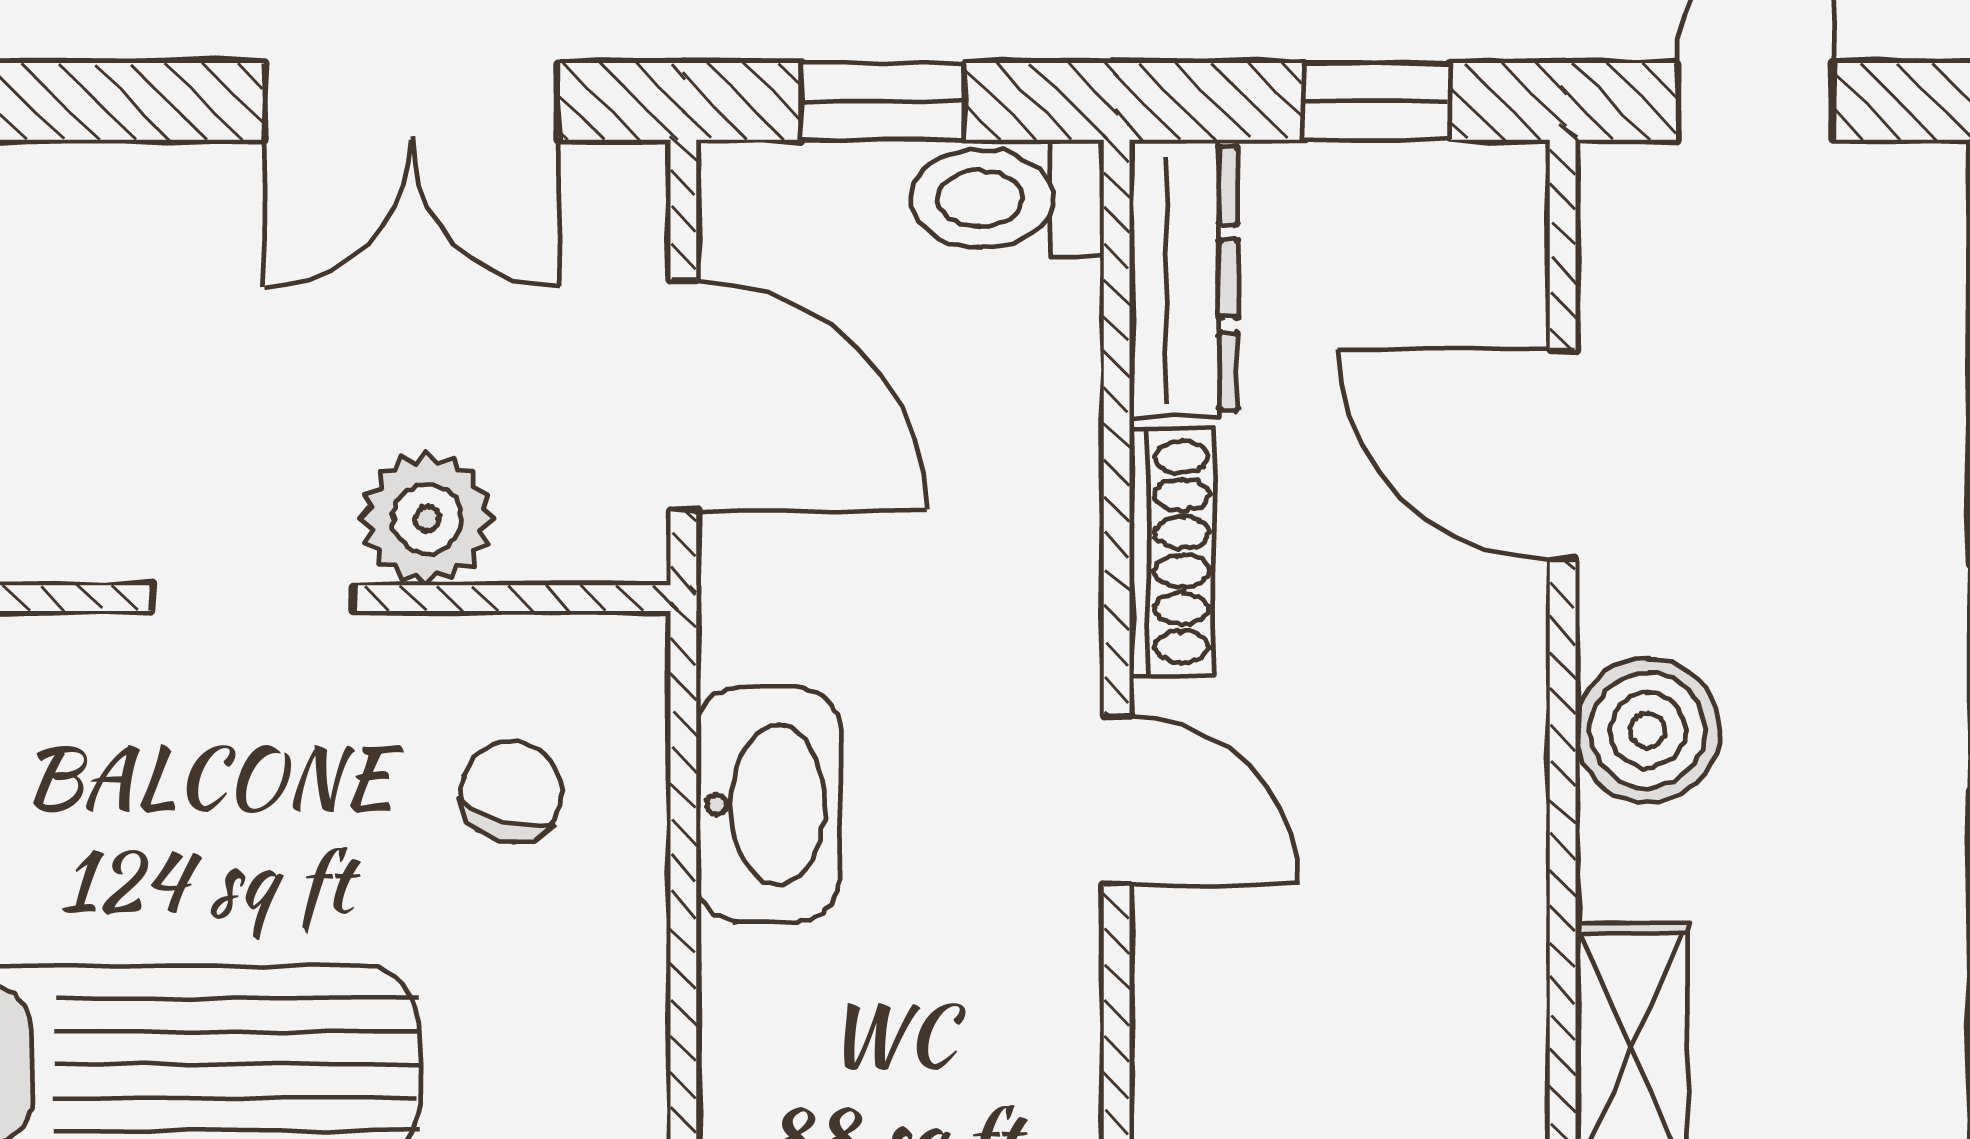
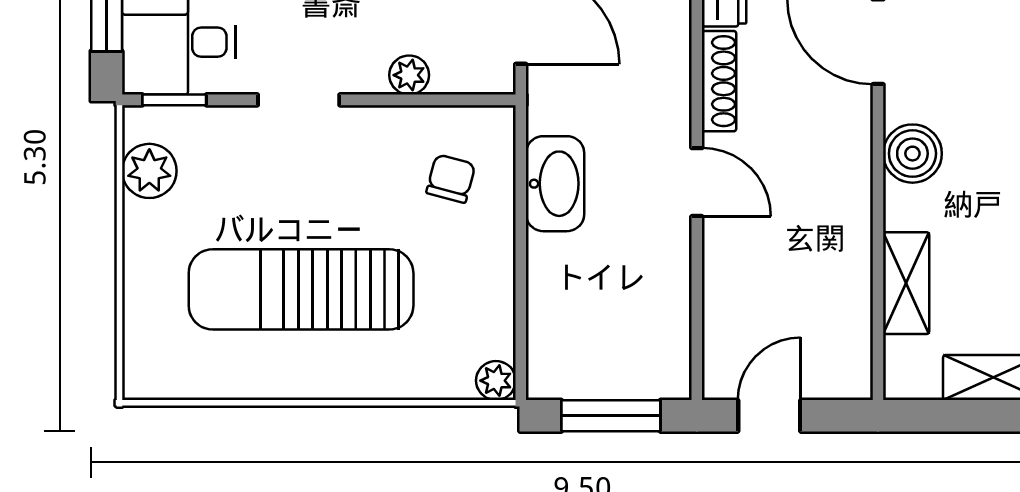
plant: (427, 519) -> (409, 75), width x0.73, depth x0.73
doorway: (253, 598) -> (299, 100), moved

